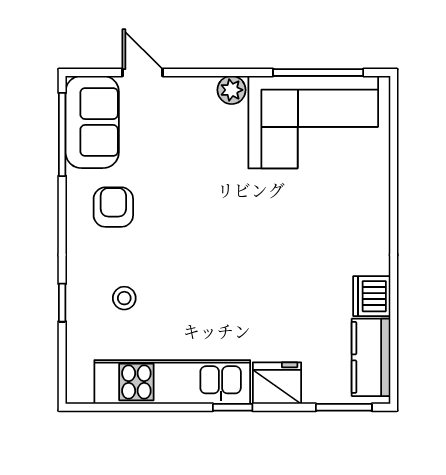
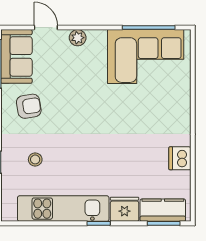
plant: (232, 90) -> (78, 38), moved
armchair: (113, 207) -> (29, 106), turned 81
kitchen counter: (371, 357) -> (163, 210), moved, turned 90

